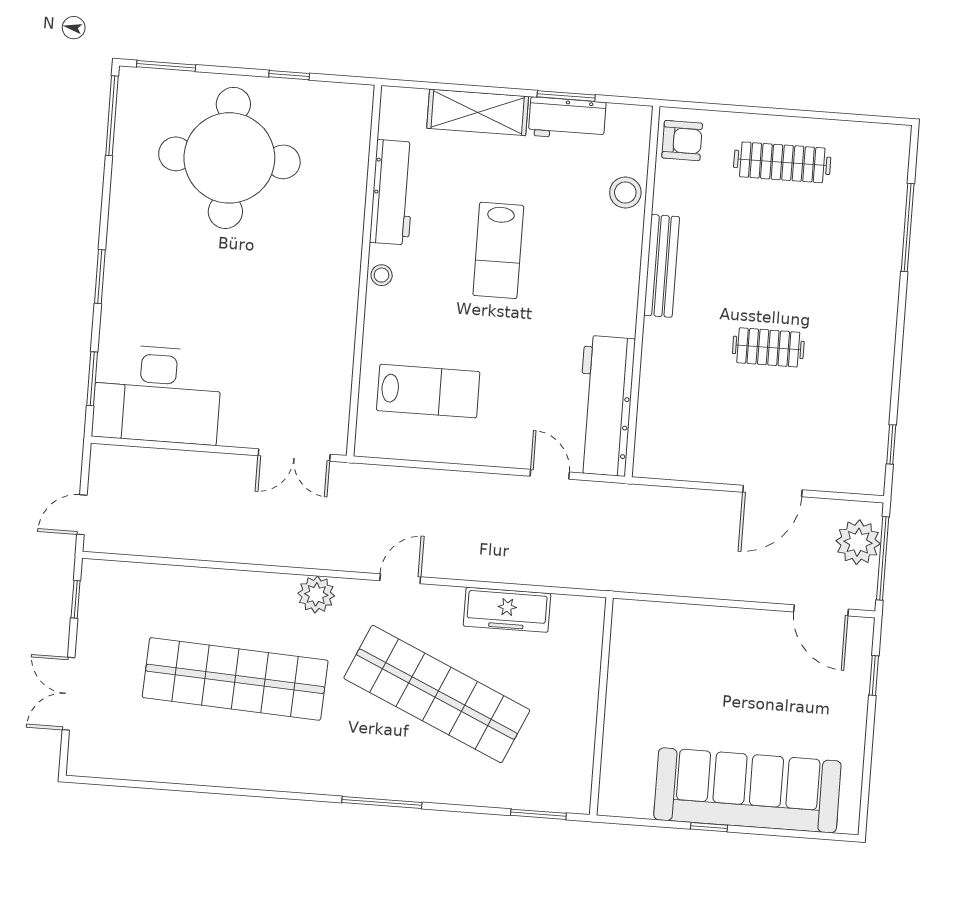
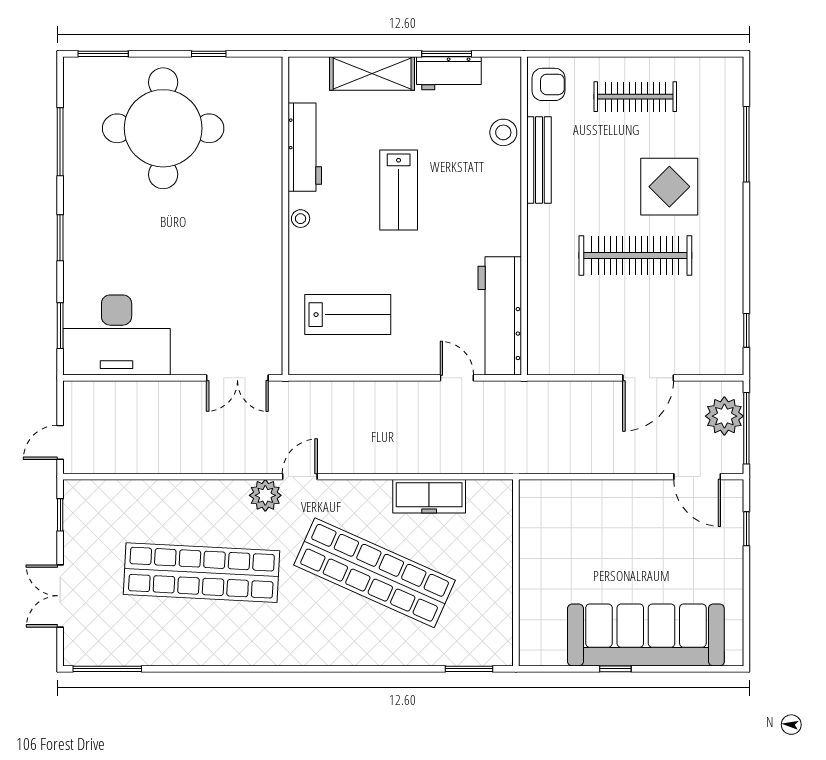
window: (112, 116) -> (60, 142), moved
bench: (662, 266) -> (539, 160), moved
display table: (814, 270) -> (669, 187), added
clothes rail: (768, 347) -> (635, 256), width x1.86, depth x1.31
door: (400, 579) -> (300, 477), moved
window: (382, 802) -> (107, 669), moved

